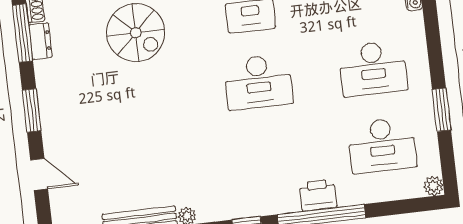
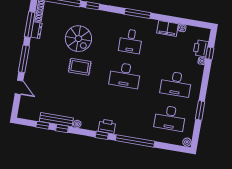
rug: (156, 92) -> (80, 67), added
window: (32, 110) -> (24, 59), width x1.44
printer: (318, 195) -> (107, 126), moved

